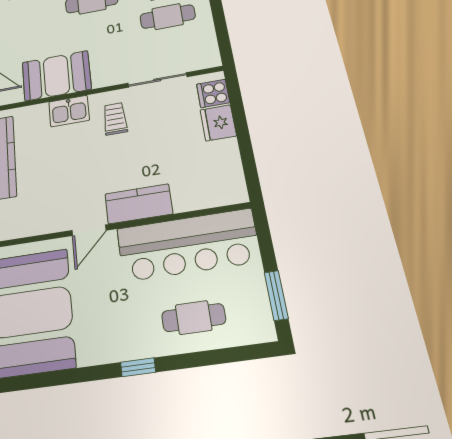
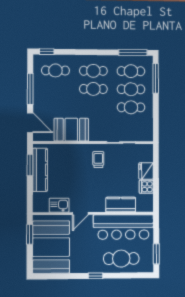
cooker: (213, 93) -> (146, 187), moved
kitchen sink: (69, 111) -> (59, 205), moved, turned 180
kitchen counter: (139, 204) -> (121, 205), moved
cafe table: (194, 318) -> (121, 259), width x1.37, depth x1.35

